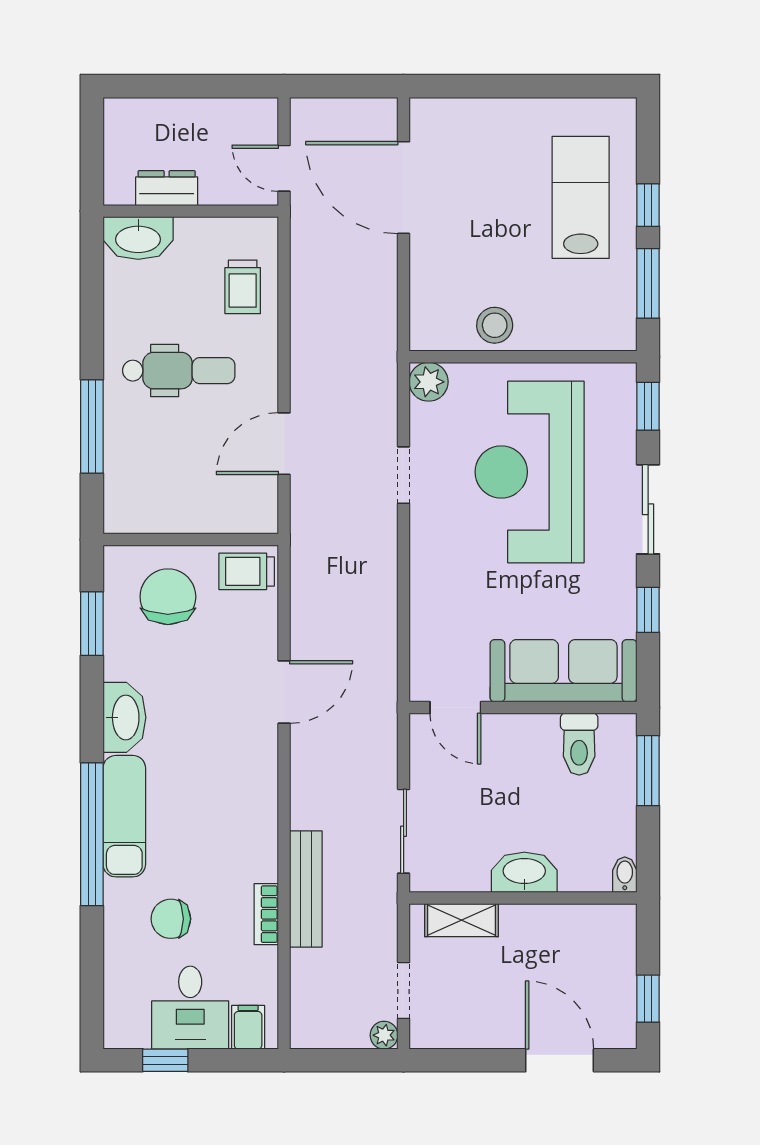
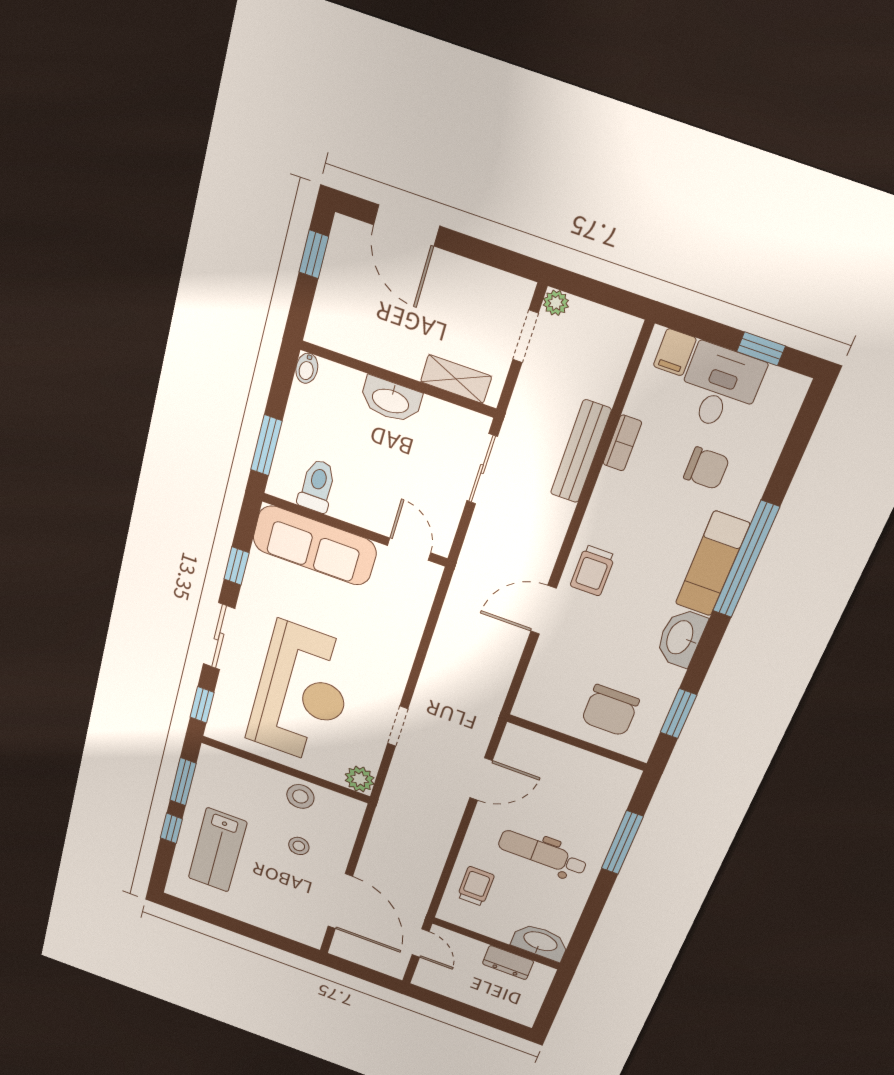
stool: (478, 250) -> (299, 846), added
trolley: (247, 571) -> (593, 571), moved, turned 90

